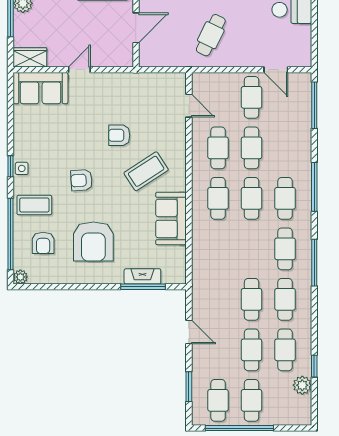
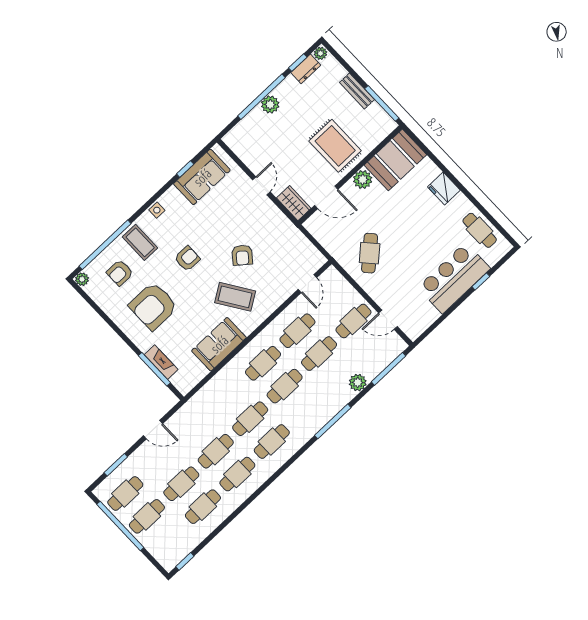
cafe table: (211, 35) -> (370, 253), turned -68
wardrobe: (30, 57) -> (294, 203), moved
door: (79, 70) -> (261, 186), hinge flipped
door: (276, 70) -> (388, 320), hinge flipped
sofa: (40, 88) -> (202, 177), moved, turned -90
armchair: (119, 135) -> (242, 255), turned -141
window: (11, 166) -> (185, 169), moved
armchair: (81, 180) -> (187, 259), turned 95
cafe table: (285, 198) -> (250, 419), moved
window: (314, 263) -> (281, 470), removed
door: (189, 332) -> (153, 430), hinge flipped
window: (314, 366) -> (185, 561), moved
plant: (302, 385) -> (358, 383), moved

